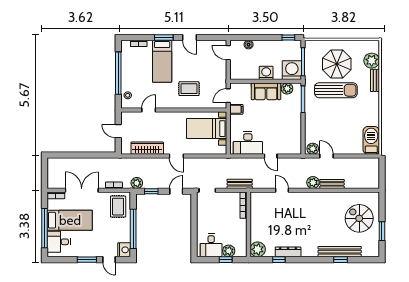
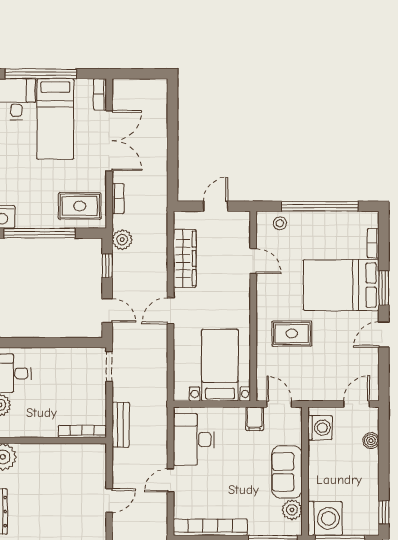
bed: (162, 61) -> (341, 285), width x1.50
washing machine: (266, 73) -> (320, 428), moved
rug: (189, 89) -> (292, 334), turned 90
bookcase: (297, 134) -> (210, 527), added

